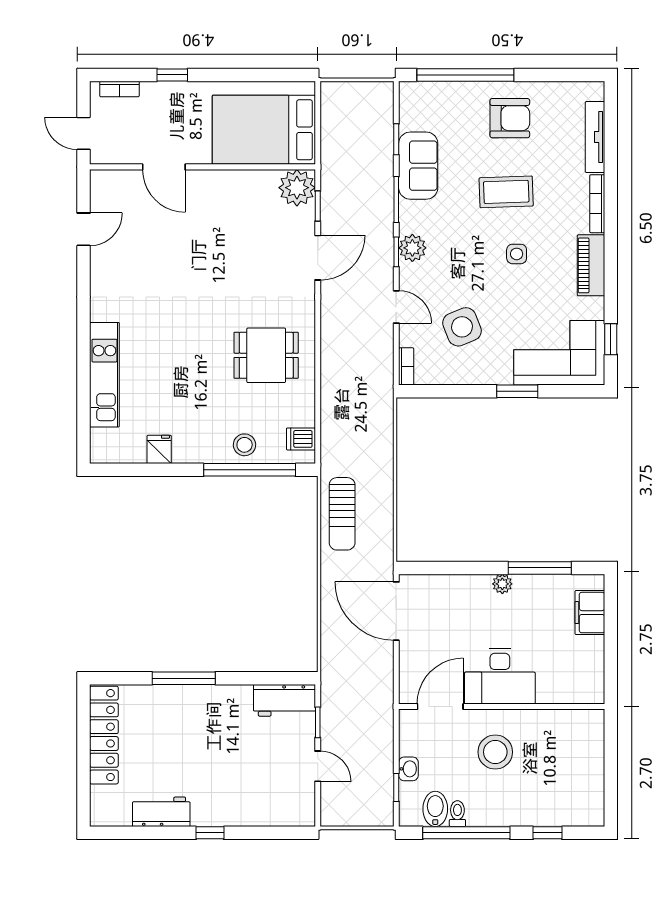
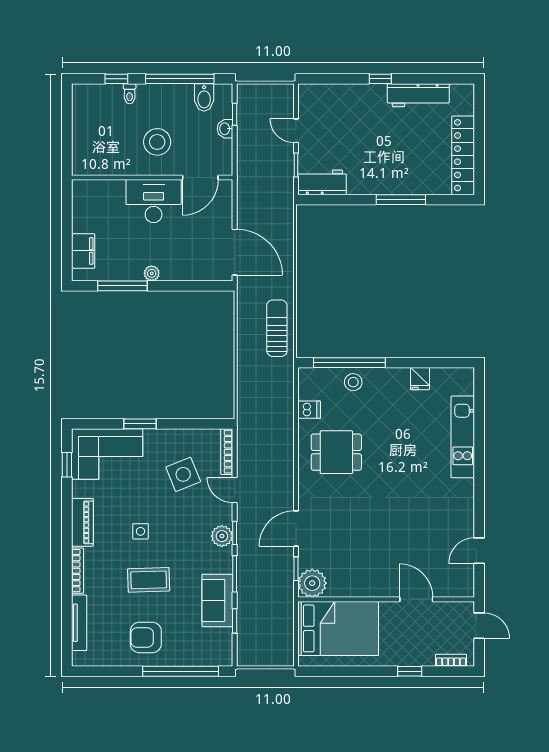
bookcase: (406, 366) -> (227, 452), width x1.56
dishwasher: (301, 439) -> (309, 410), moved
workbench: (161, 812) -> (418, 95), width x1.37
toilet: (457, 814) -> (130, 94), moved

